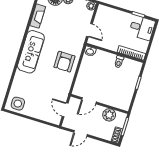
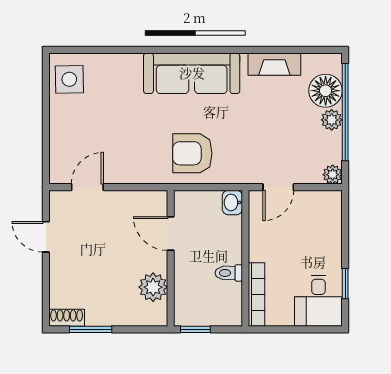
door: (89, 101) -> (171, 233), moved
wall: (99, 104) -> (171, 258), moved
plant: (109, 115) -> (153, 287), moved

